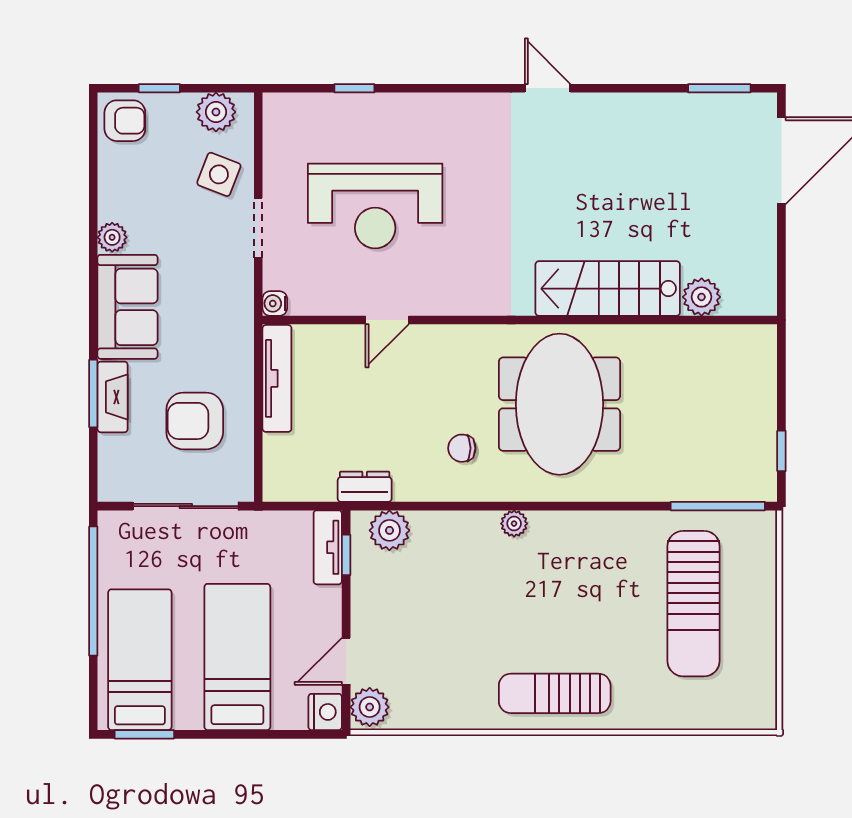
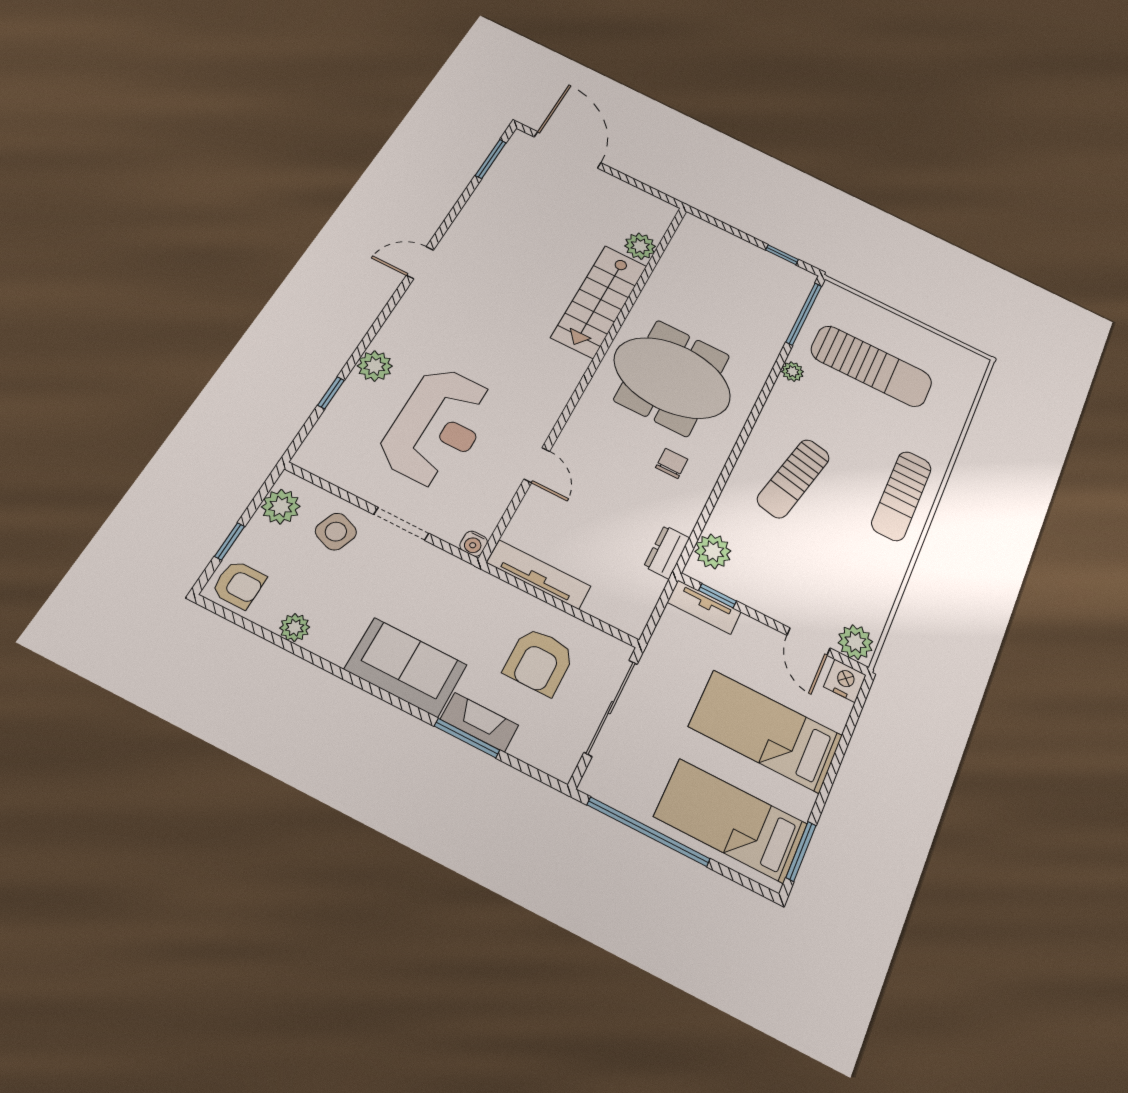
plant: (406, 112) -> (375, 366), added
armchair: (125, 121) -> (239, 584), turned 90
plant: (112, 237) -> (295, 628), moved
chair: (462, 448) -> (672, 463), turned 180
plant: (514, 524) -> (793, 372), moved
sun lounger: (513, 576) -> (793, 478), added

